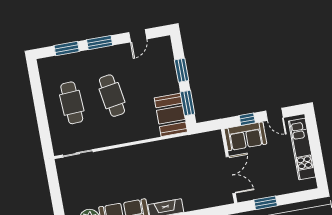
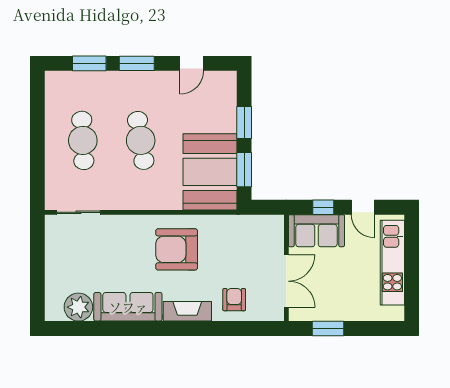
booth: (171, 115) -> (210, 172), width x1.36, depth x1.42
armchair: (151, 167) -> (177, 249), added
armchair: (197, 194) -> (234, 300), added

